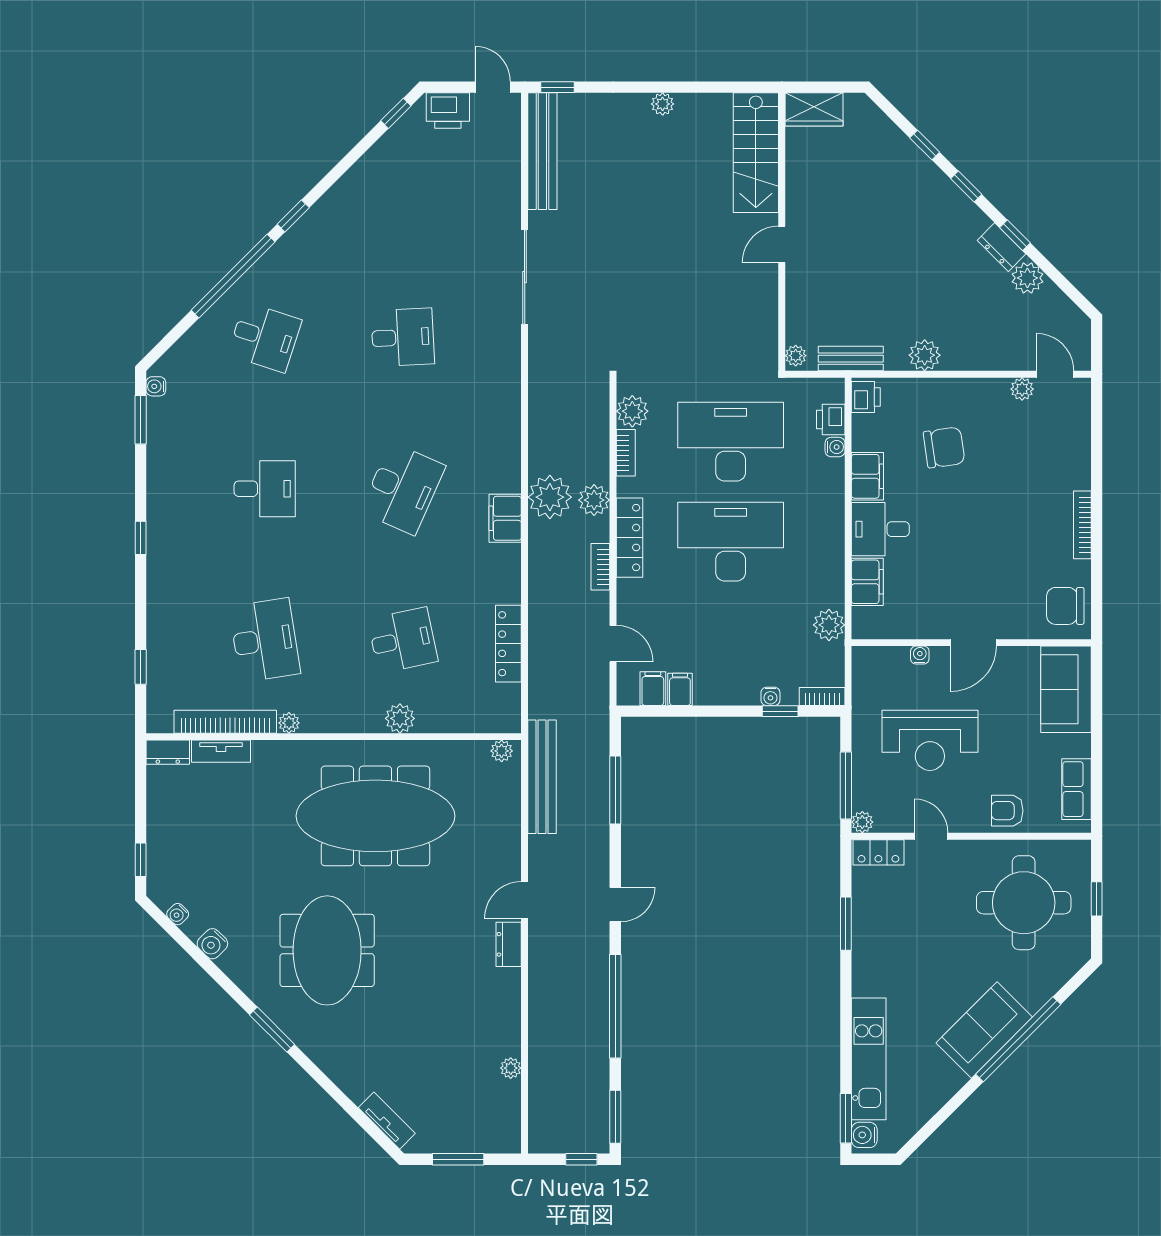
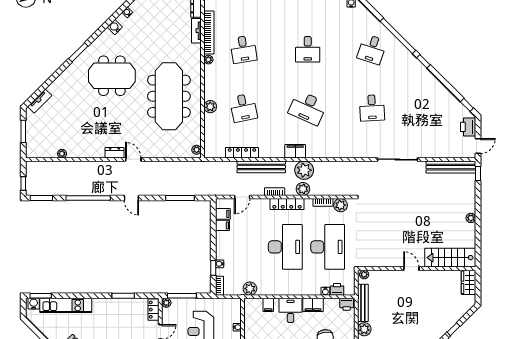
bench: (851, 359) -> (363, 303), width x1.36
filing cabinet: (867, 582) -> (268, 305), width x0.50
desk: (265, 640) -> (243, 49), width x0.73
bench: (542, 777) -> (261, 167), moved

